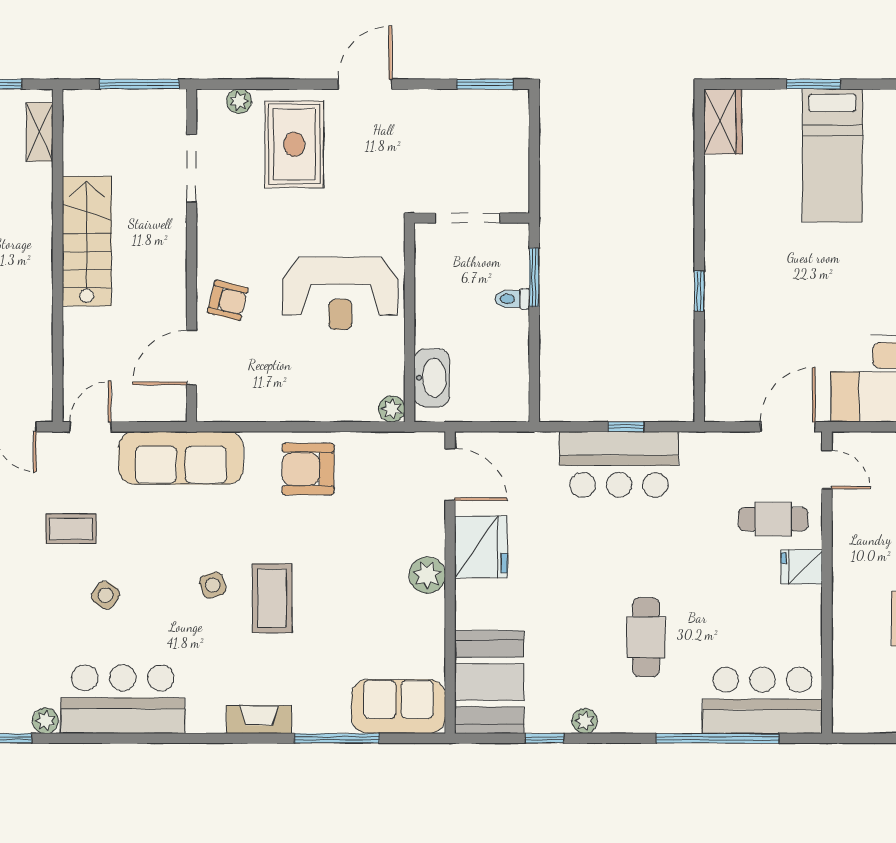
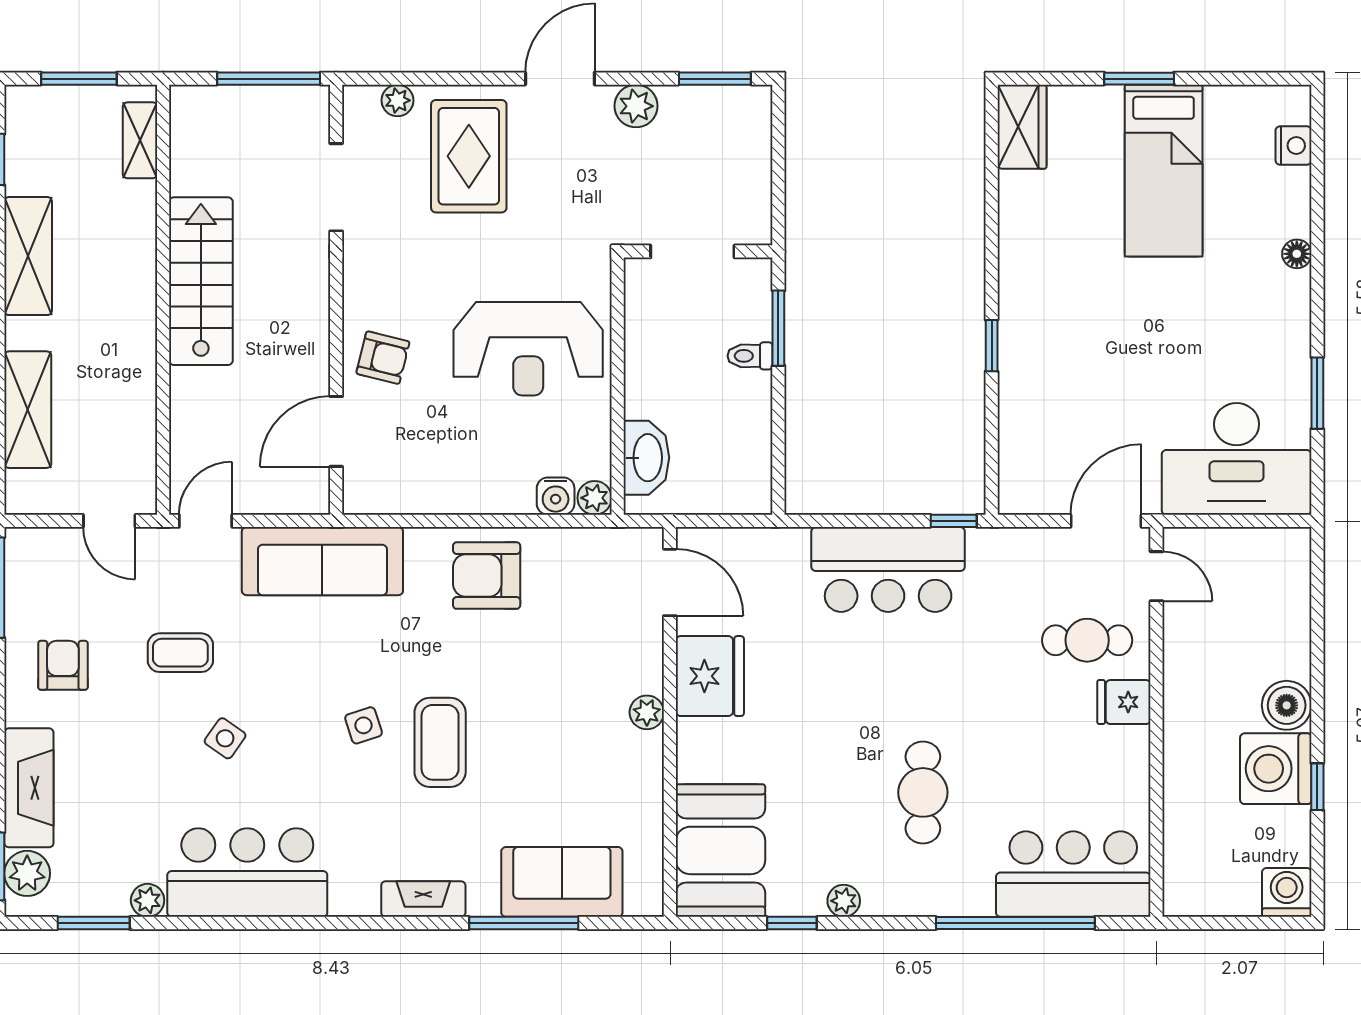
plant: (424, 105) -> (636, 106), added
water cooler: (361, 408) -> (556, 496), added
window: (626, 427) -> (954, 521), moved
plant: (427, 575) -> (647, 712), width x0.73, depth x0.73
sofa: (398, 706) -> (562, 882), moved

